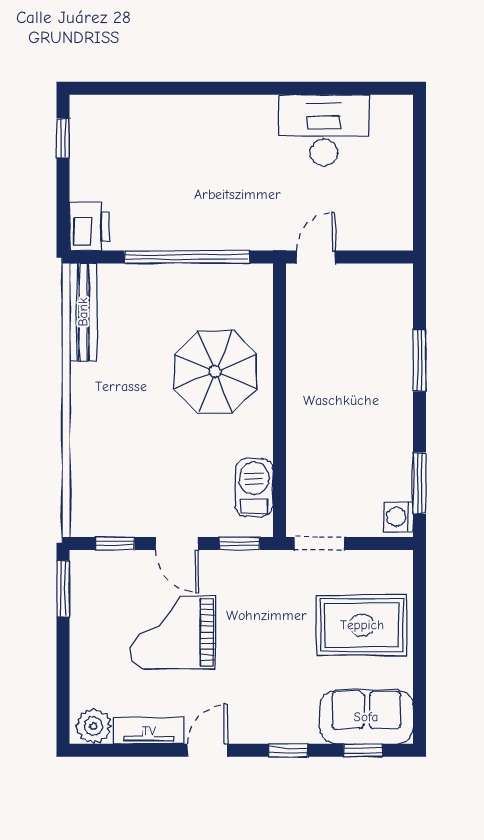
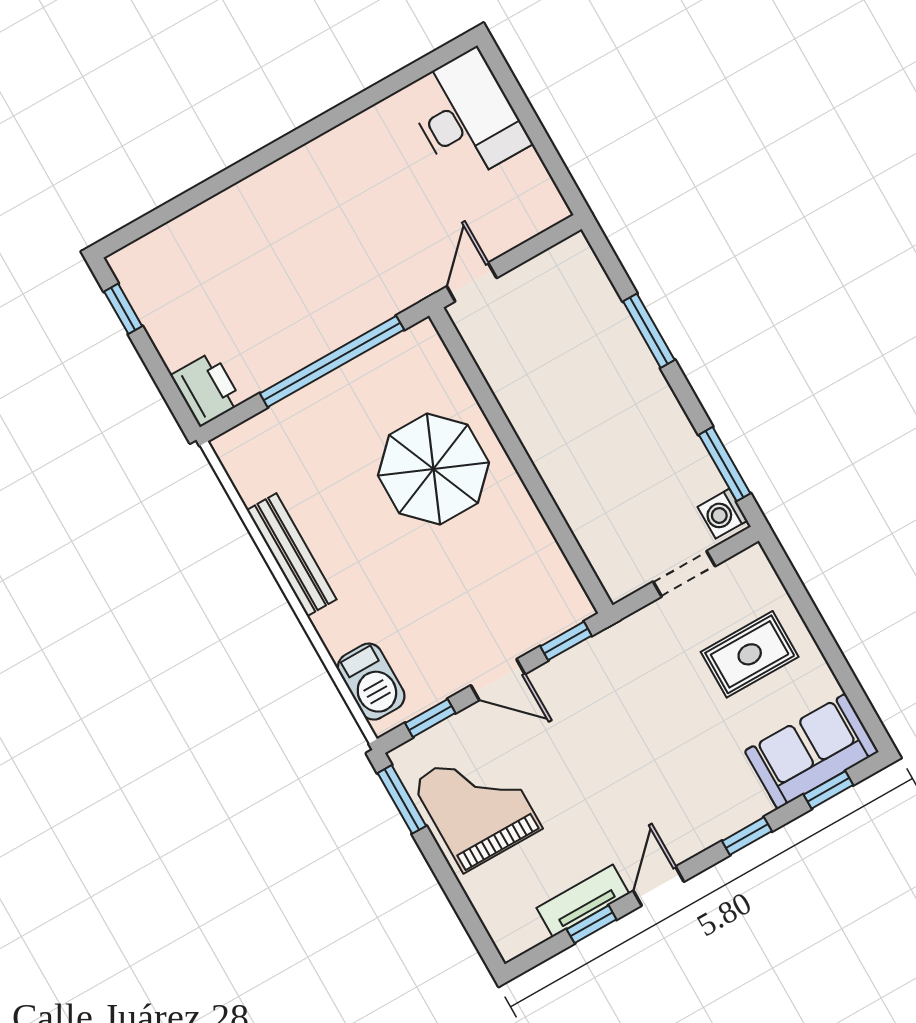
desk: (324, 130) -> (467, 117), moved, turned 90
bench: (83, 312) -> (292, 555), moved
barbecue: (254, 488) -> (371, 682), moved, turned 180
doorway: (319, 543) -> (684, 574), moved
rug: (362, 625) -> (750, 654), width x0.73, depth x0.70
grand piano: (173, 632) -> (477, 805), moved, turned 90
plant: (93, 726) -> (520, 930), removed
window: (145, 750) -> (592, 924), added

